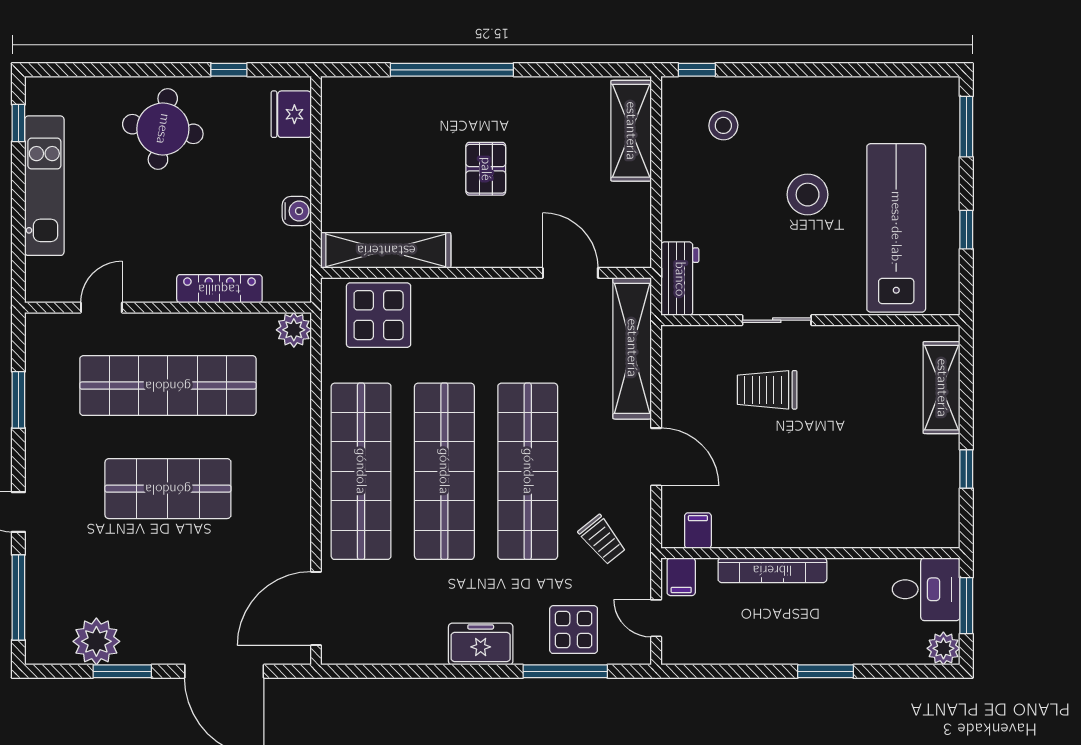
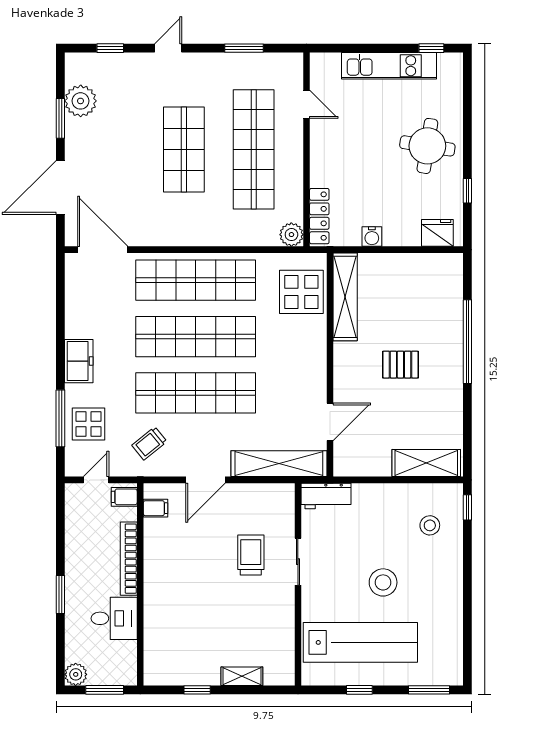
locker: (219, 289) -> (319, 216), moved
shelving: (942, 388) -> (242, 676), width x0.67, depth x0.75
desk: (926, 589) -> (114, 618), moved, turned -90
window: (18, 597) -> (110, 48), width x0.46

